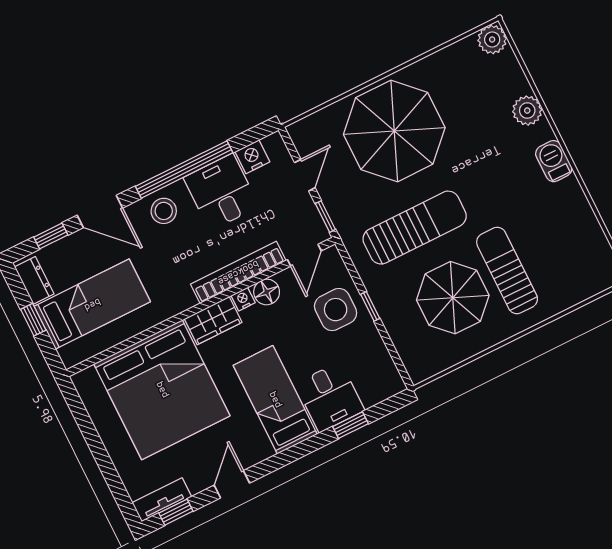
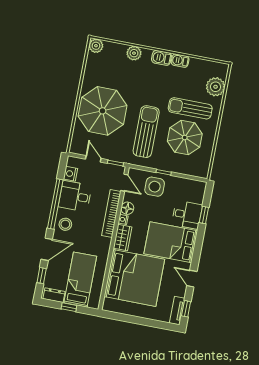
barbecue: (572, 195) -> (180, 61), added
plant: (574, 285) -> (216, 87), added
bed: (275, 400) -> (171, 242), width x1.50

